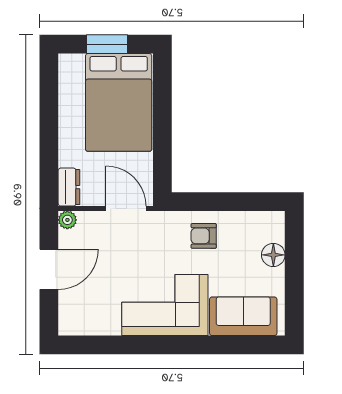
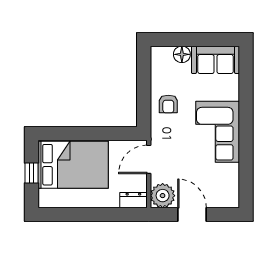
window: (107, 44) -> (31, 173), width x0.67
plant: (67, 220) -> (163, 196), width x1.88, depth x1.88
sofa: (243, 316) -> (216, 60), moved, turned -90

